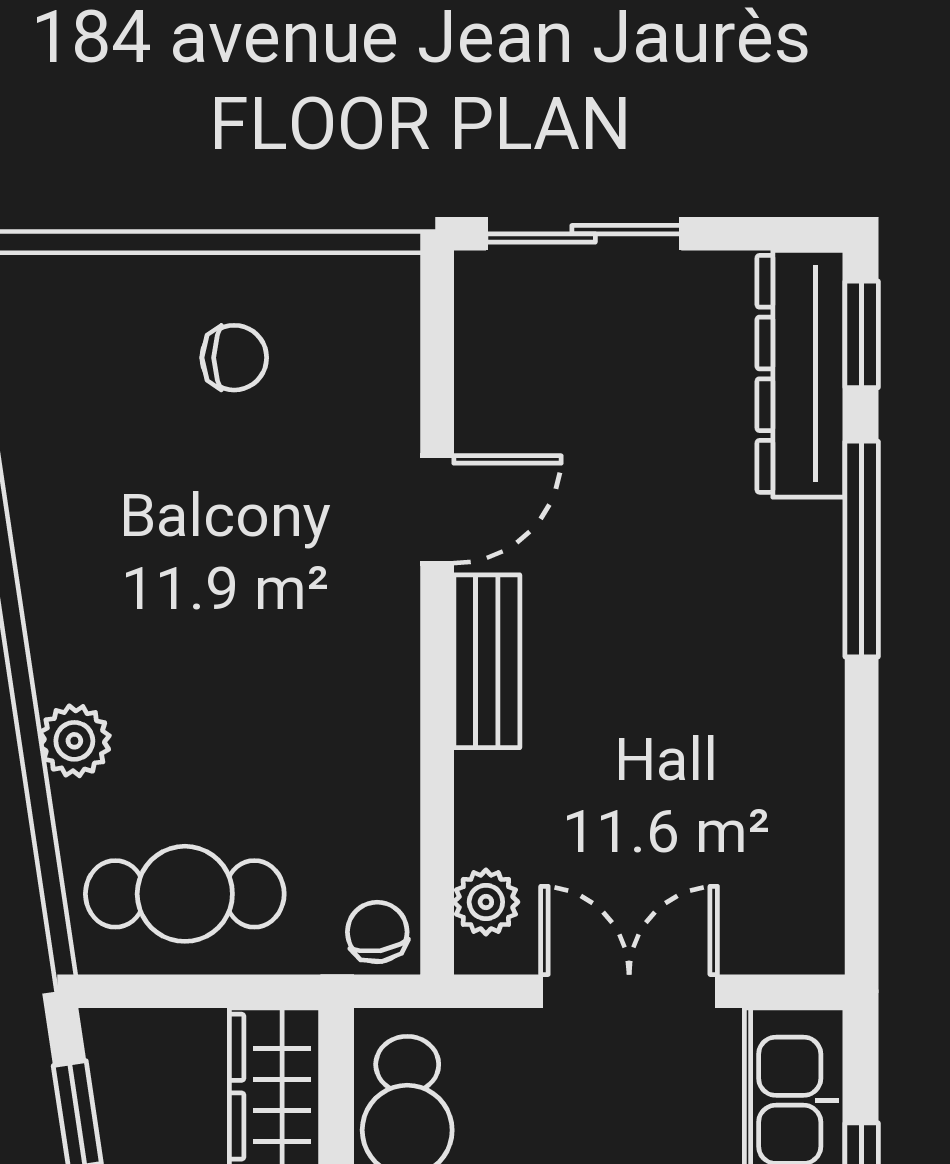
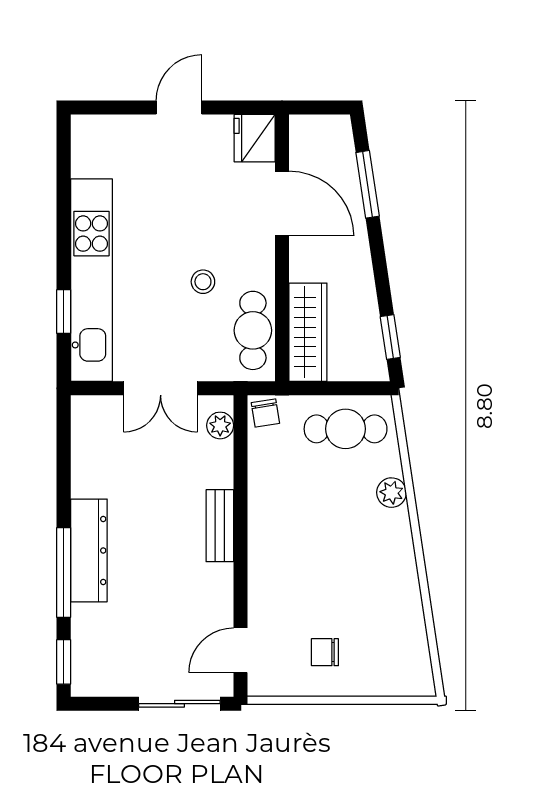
dresser: (801, 374) -> (89, 550), moved
door: (437, 509) -> (240, 650), moved

